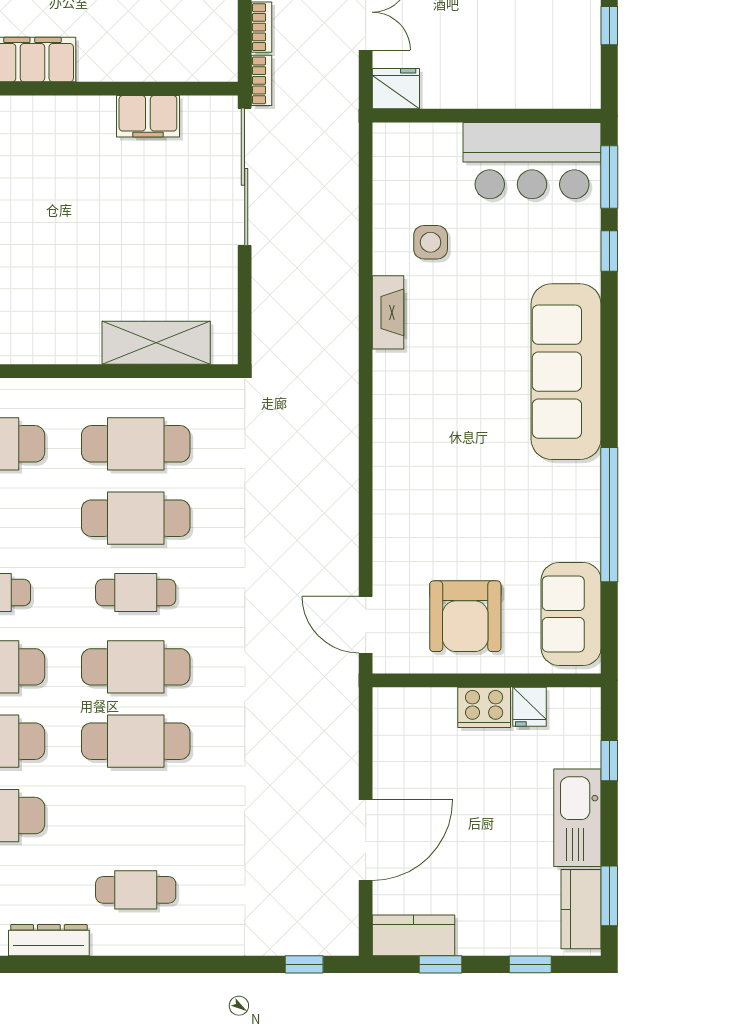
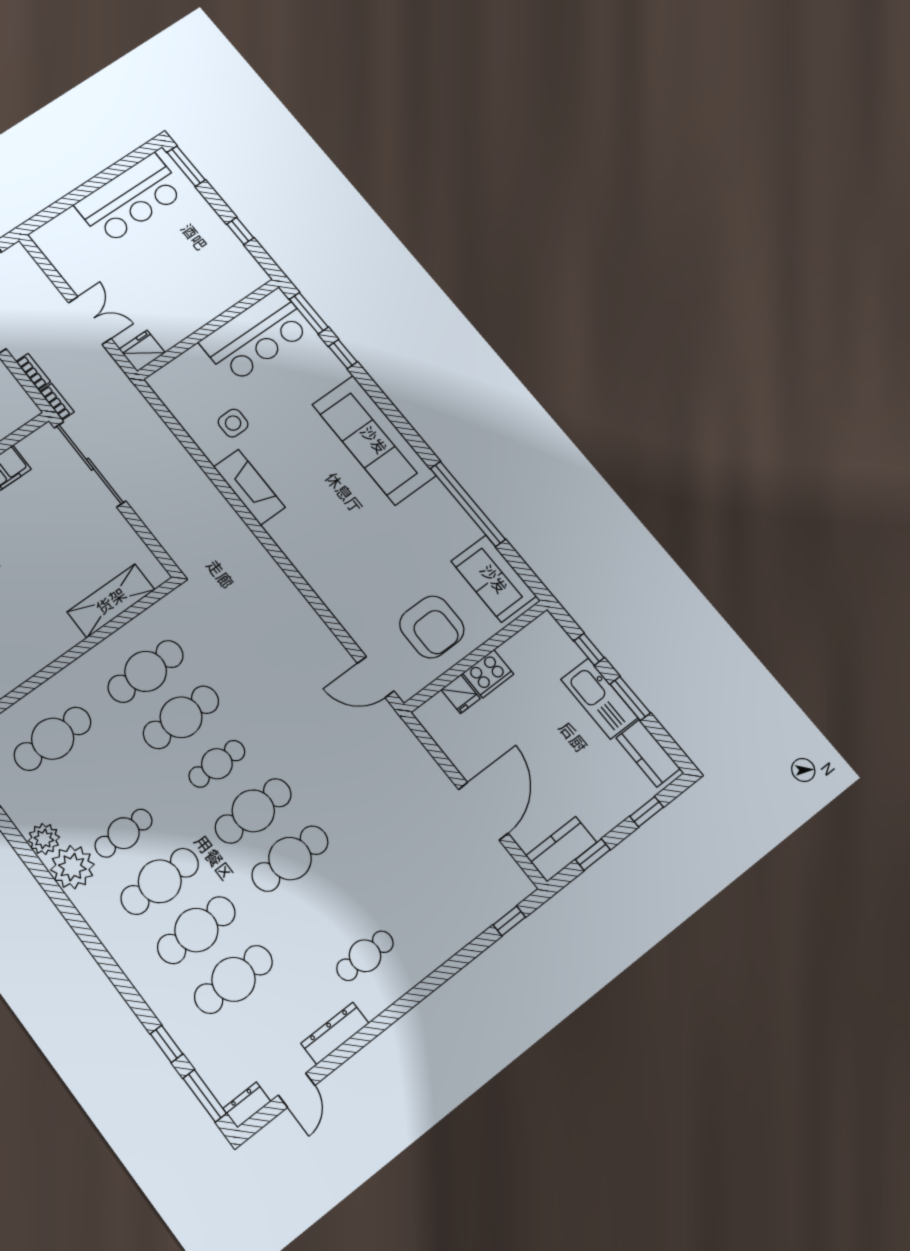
fireplace: (388, 312) -> (249, 487), width x1.37, depth x1.32
fridge: (530, 707) -> (461, 694), moved
window: (609, 896) -> (630, 699), moved

